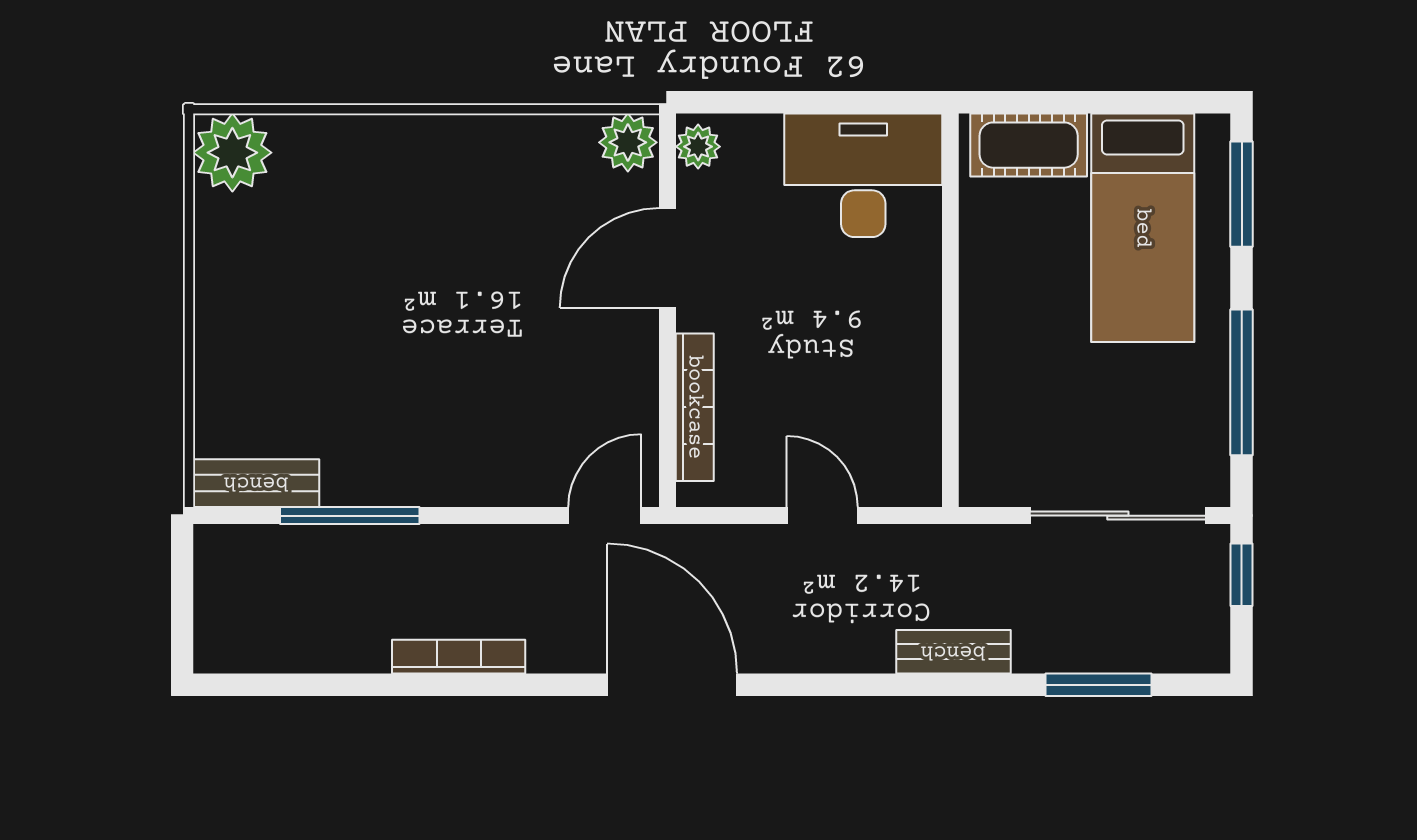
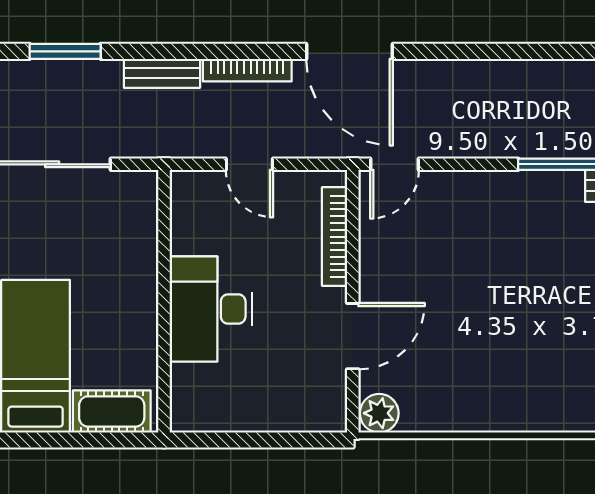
plant: (698, 147) -> (332, 411), removed
desk: (863, 175) -> (211, 309), moved, turned 90
bookcase: (459, 657) -> (247, 70), moved

